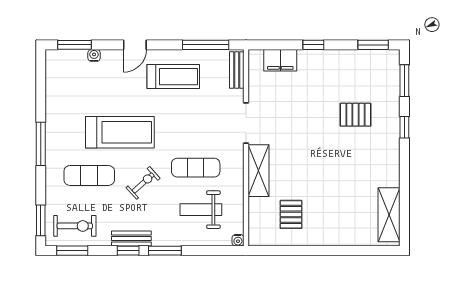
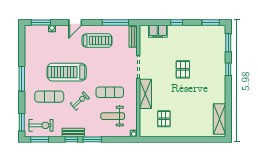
pallet: (355, 115) -> (183, 69), moved, turned 90
treadmill: (120, 132) -> (67, 72), turned 180

